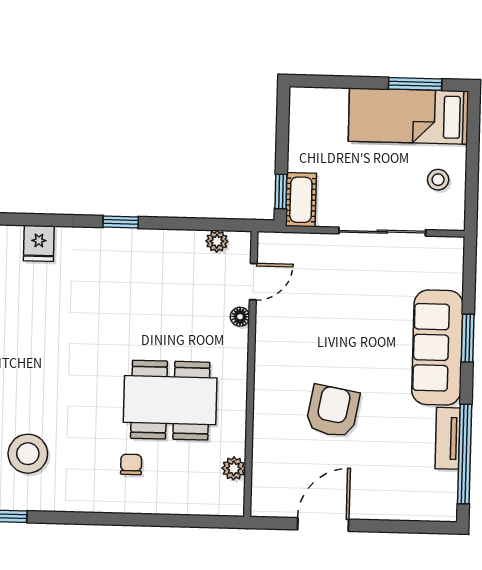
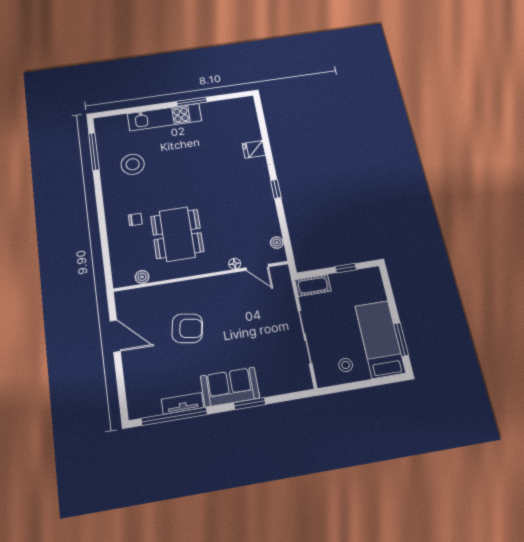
window: (281, 192) -> (346, 268), moved
sofa: (437, 347) -> (230, 387), width x0.73

